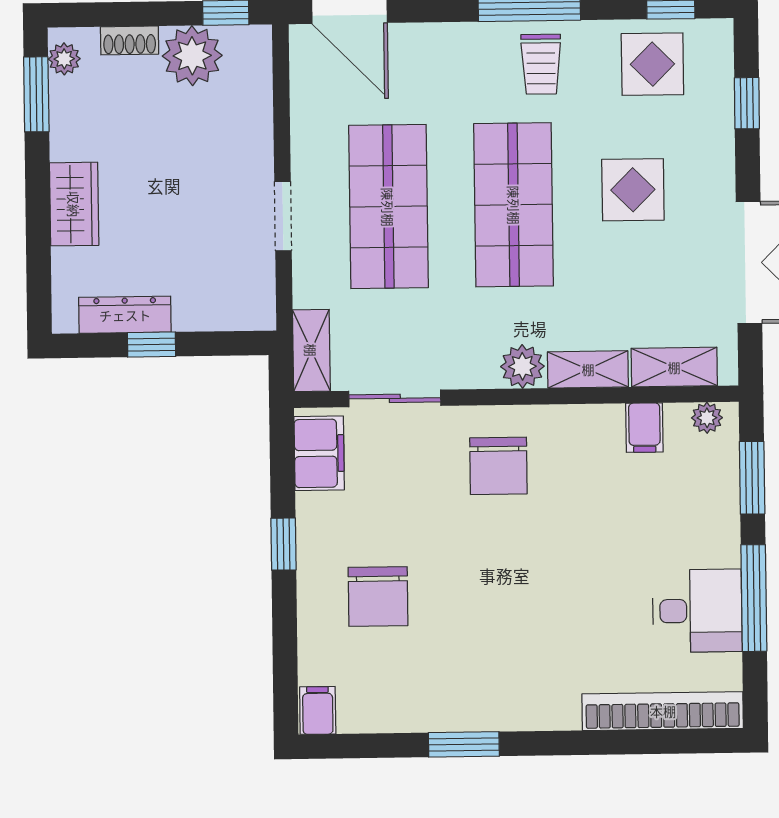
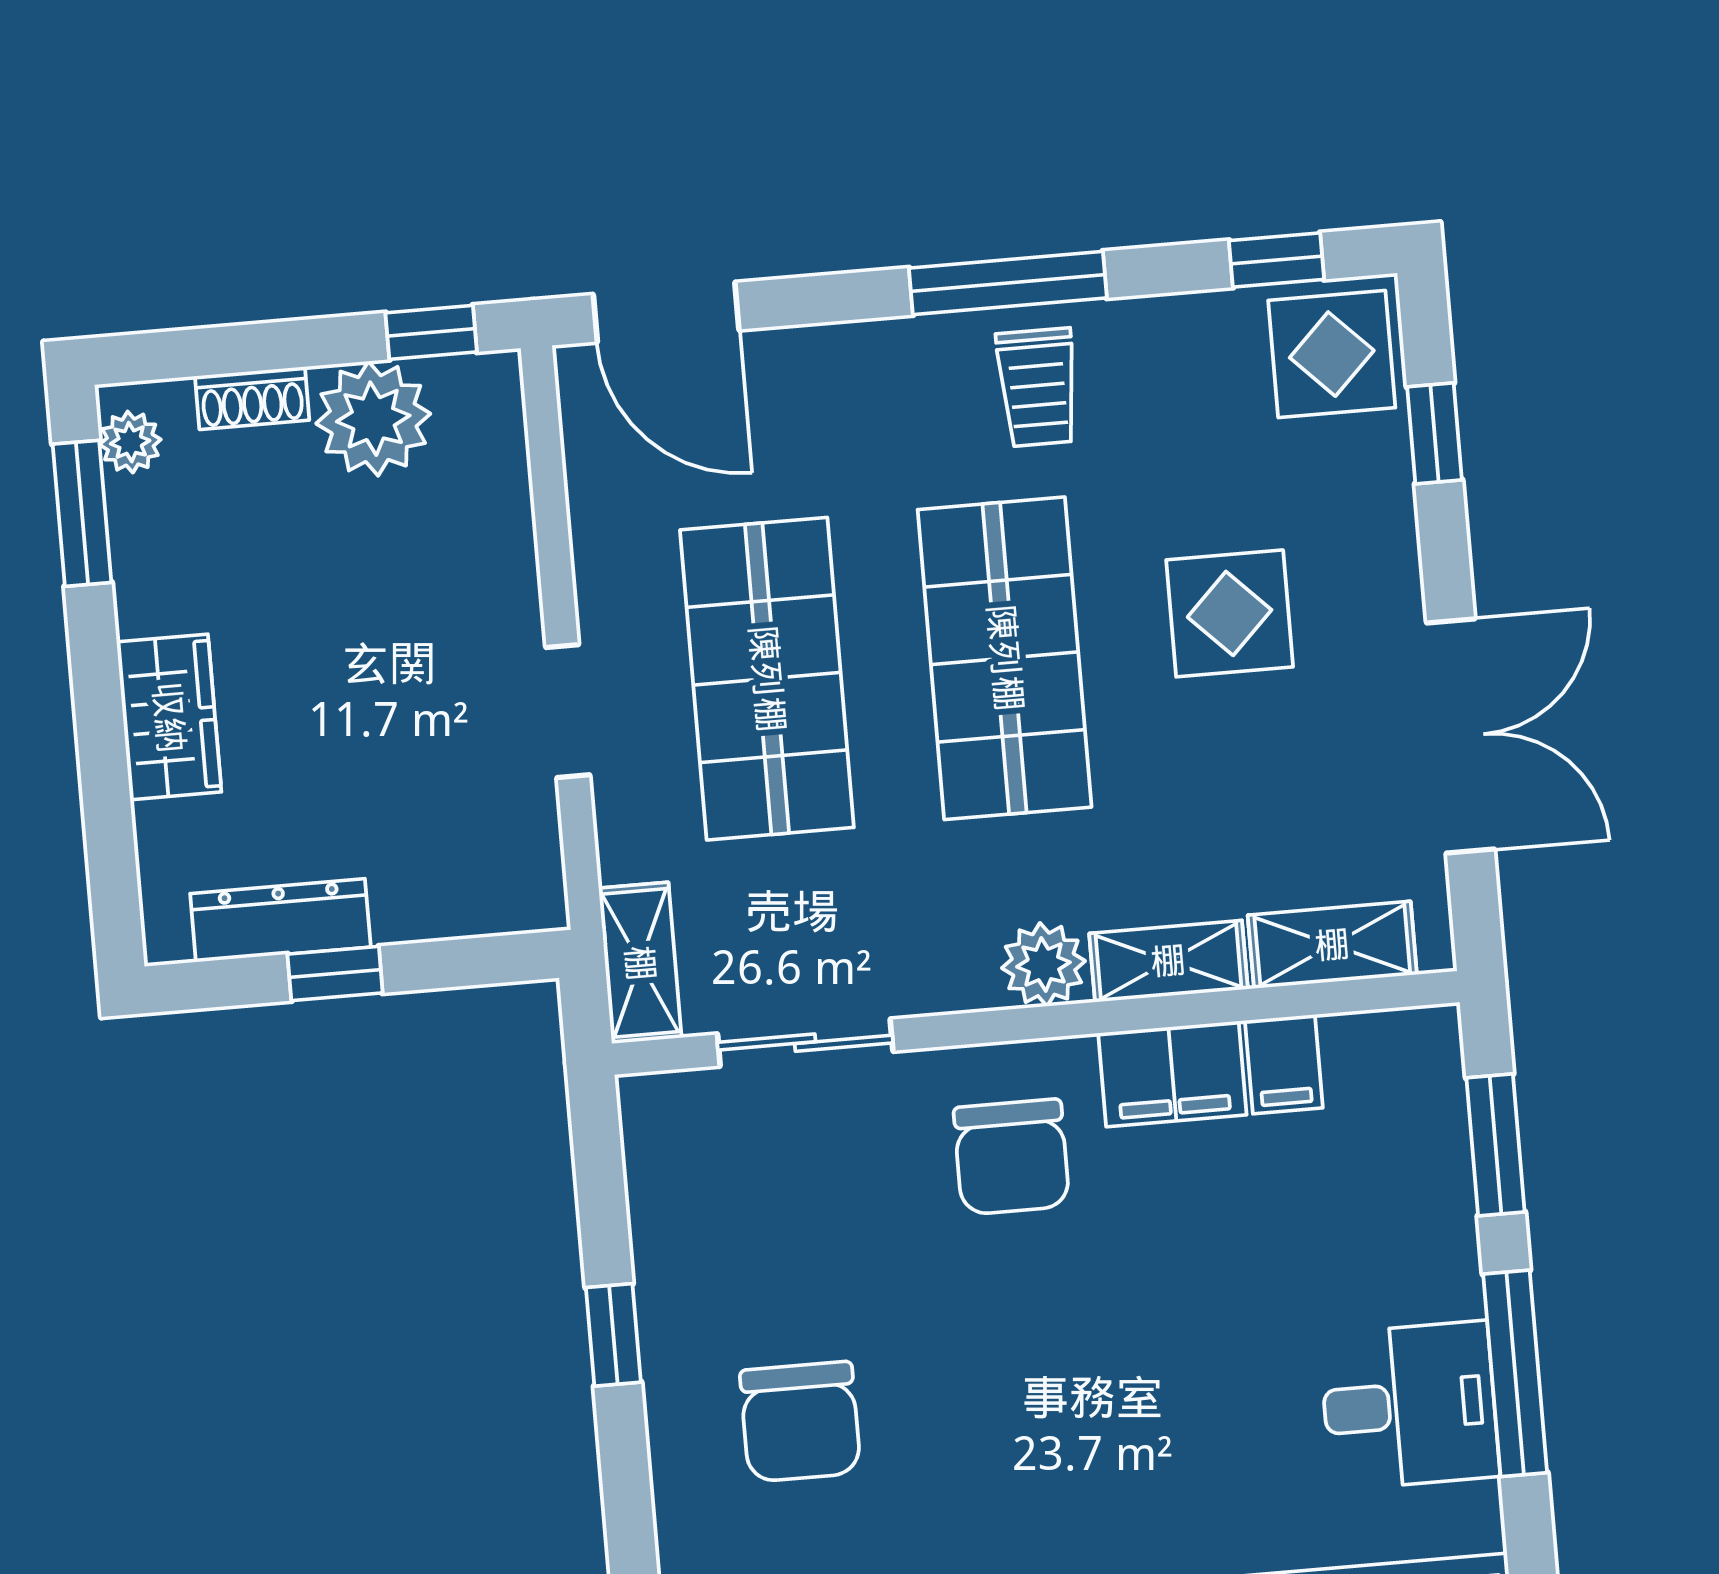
display table: (652, 64) -> (1332, 354), moved
plant: (707, 418) -> (1402, 1037), removed
filing cabinet: (319, 453) -> (1172, 1074), moved, turned 90

